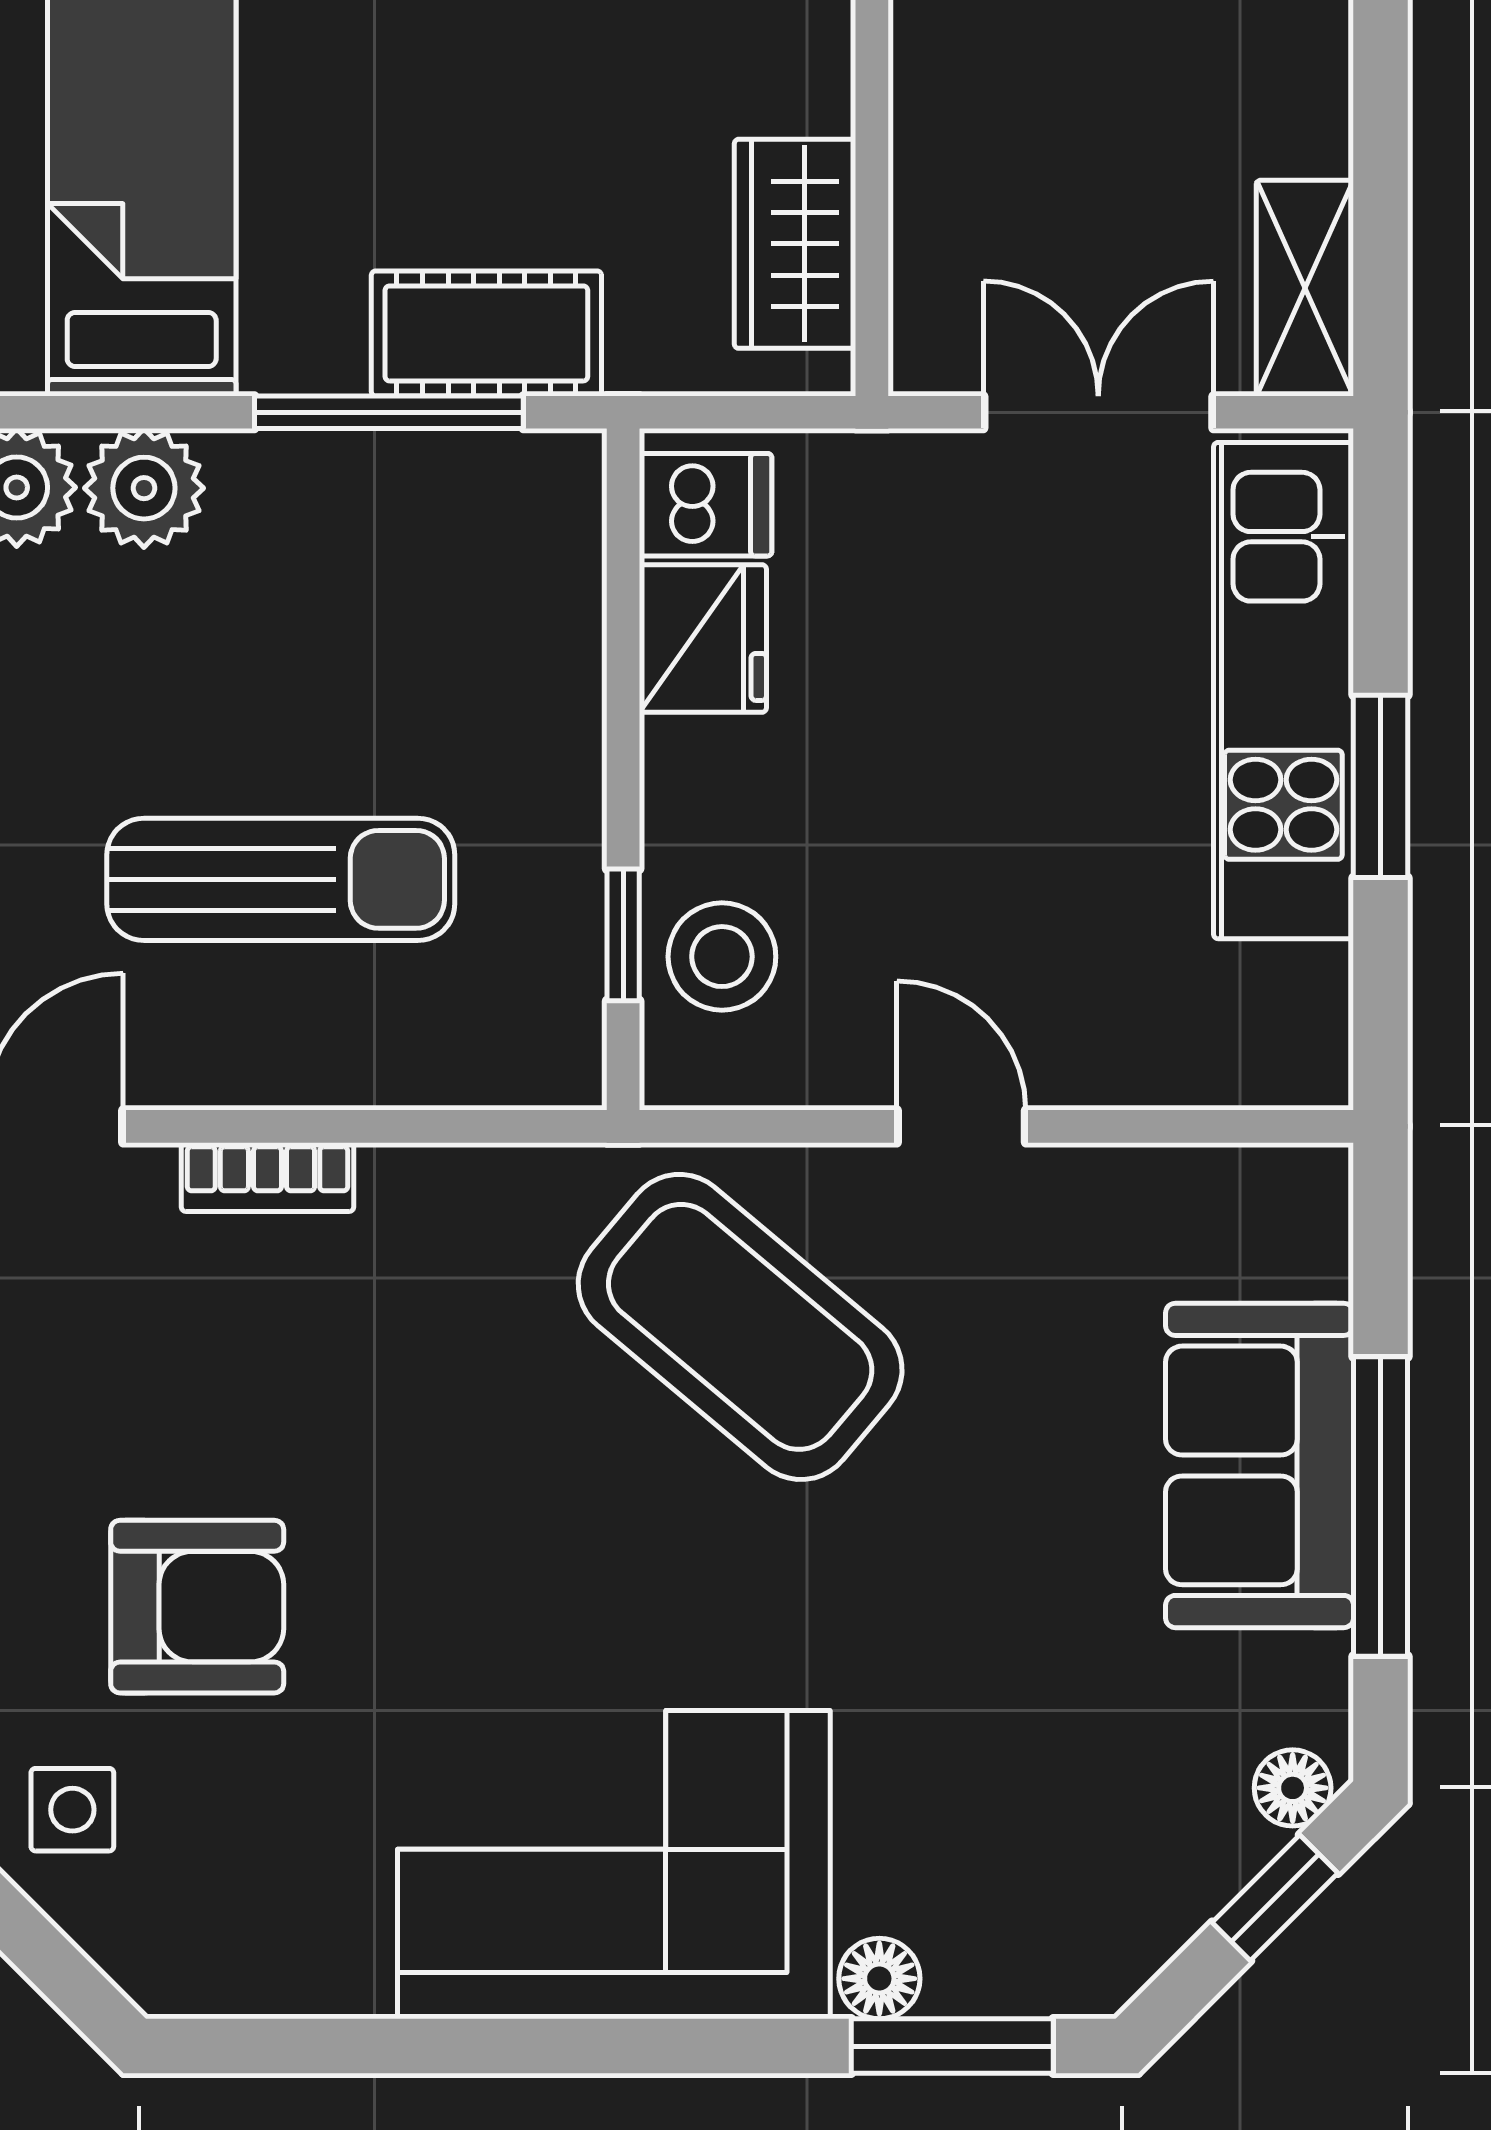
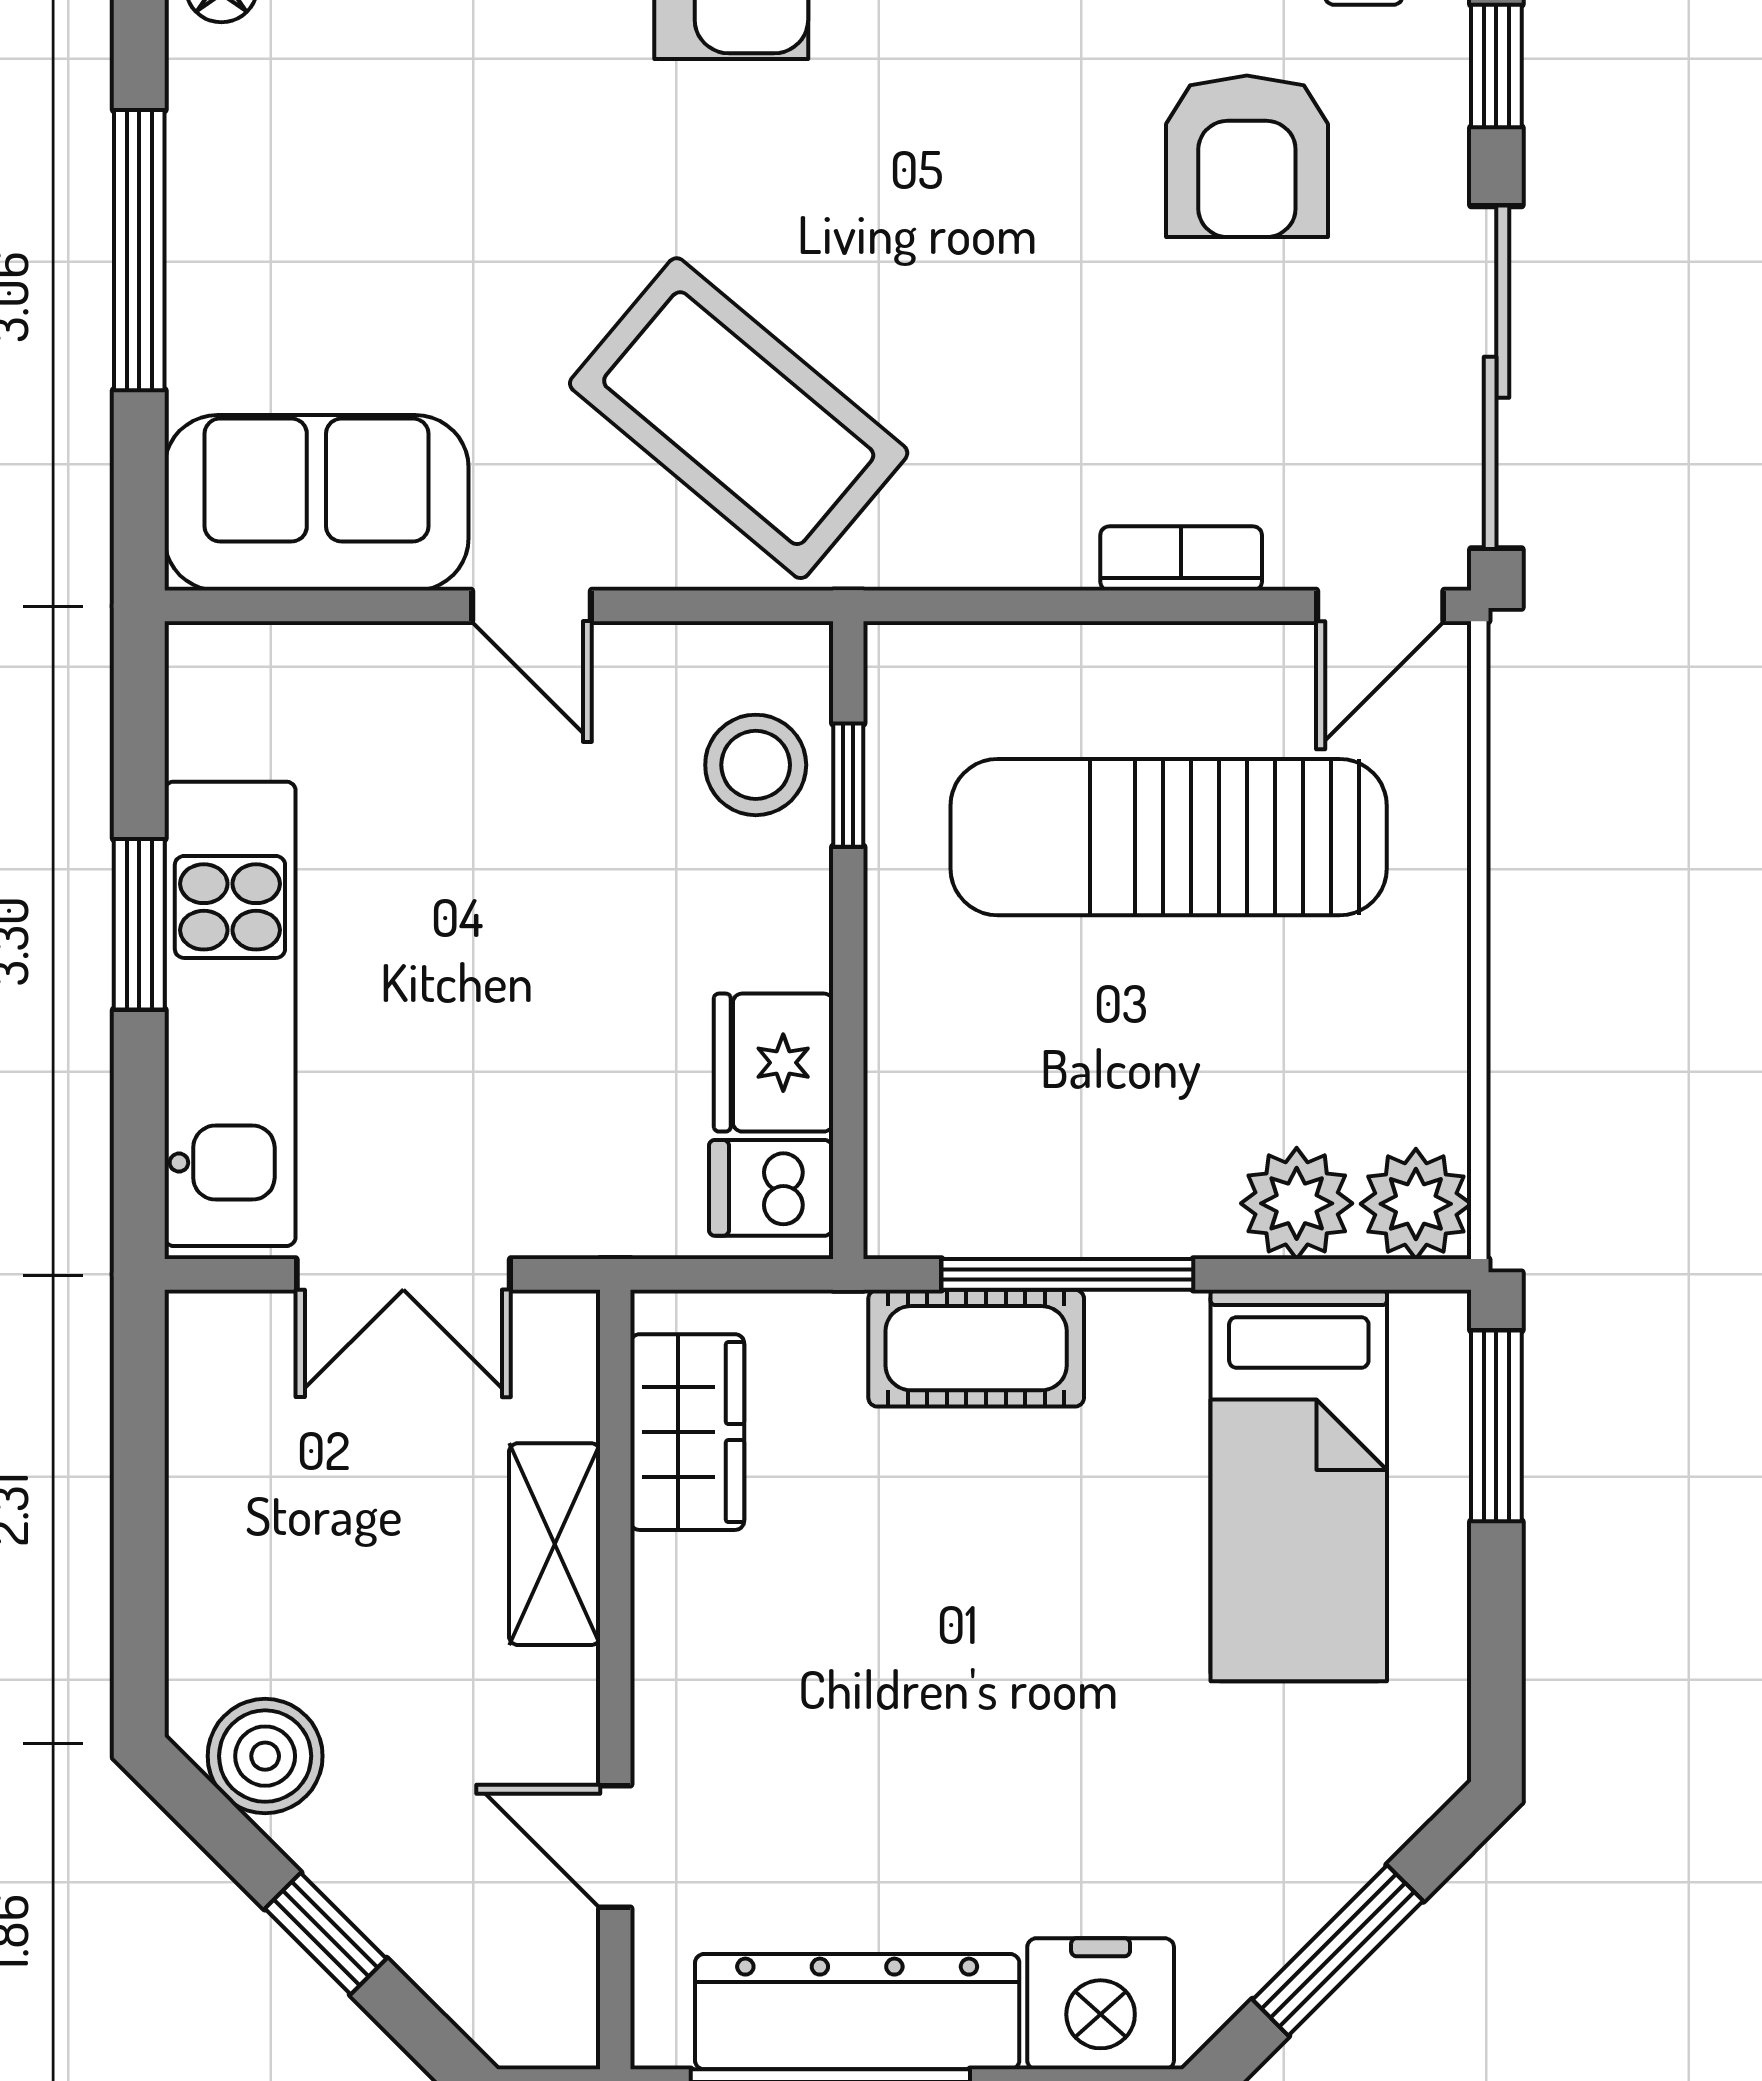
shelving: (1305, 288) -> (555, 1544), moved
sun lounger: (281, 879) -> (1169, 837), width x1.36, depth x1.34
sofa: (1260, 1465) -> (316, 503), moved, turned -90
armchair: (197, 1607) -> (1247, 156), turned -90

